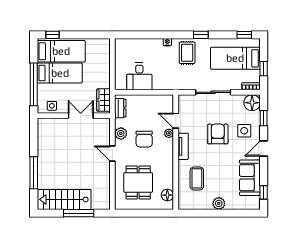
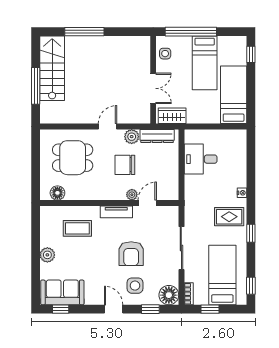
bed: (61, 51) -> (234, 95), moved, turned 180
dresser: (120, 108) -> (157, 136), width x1.44
armchair: (218, 134) -> (131, 254), turned 90
sofa: (250, 178) -> (62, 292), moved

